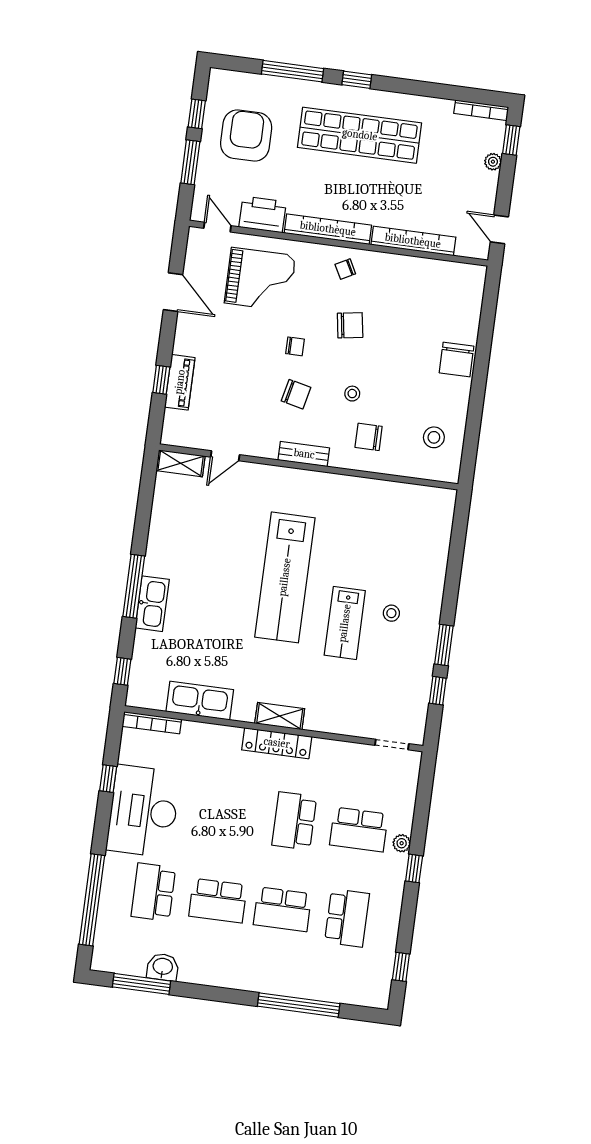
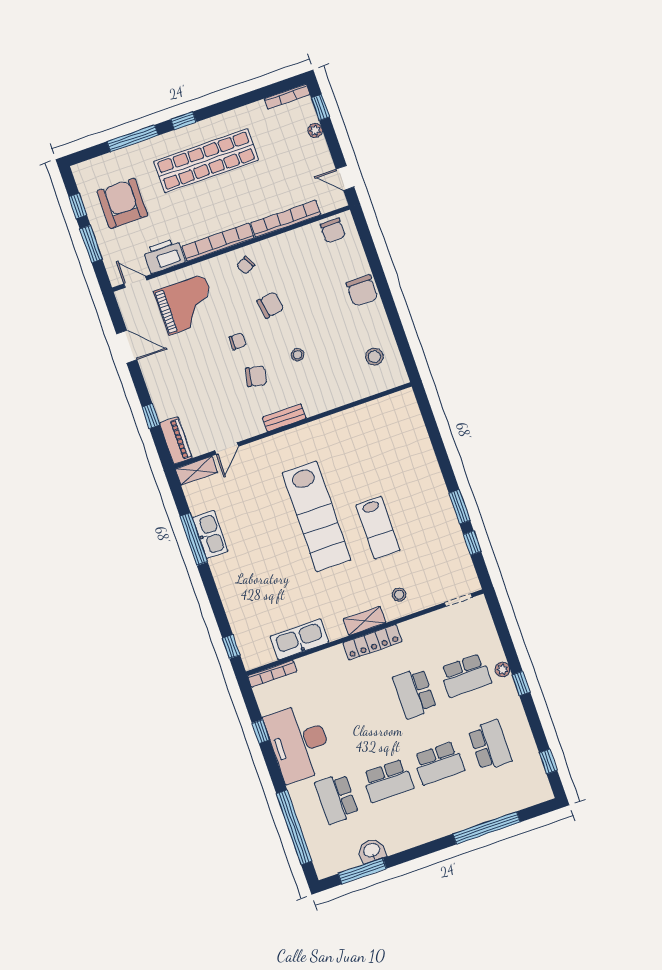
piano: (180, 382) -> (176, 441), moved
chair: (369, 437) -> (333, 230), moved, turned -90
window: (134, 586) -> (194, 539), moved
kitchen sink: (152, 604) -> (210, 534), moved
stool: (391, 613) -> (399, 595), moved

